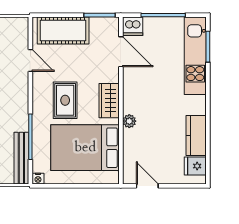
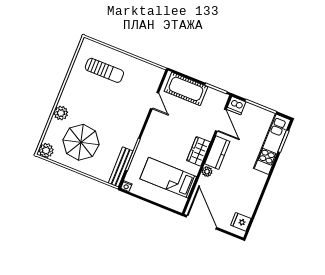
rug: (65, 100) -> (168, 139), removed
kitchen counter: (196, 136) -> (217, 153), moved, turned 180
bed: (85, 148) -> (168, 178), width x0.67
door: (147, 186) -> (201, 222), width x1.87

